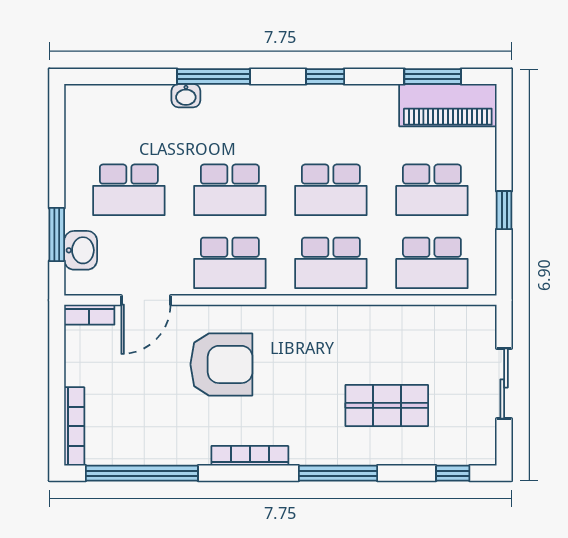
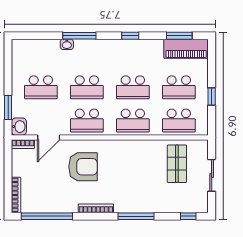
washbasin: (81, 250) -> (19, 127), moved
shop shelf: (387, 405) -> (177, 164), moved, turned 90

